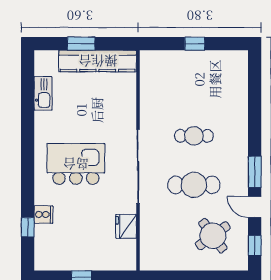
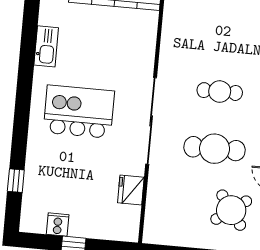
kitchen sink: (43, 93) -> (46, 46), moved
cooker: (43, 215) -> (58, 225), moved, turned -90

